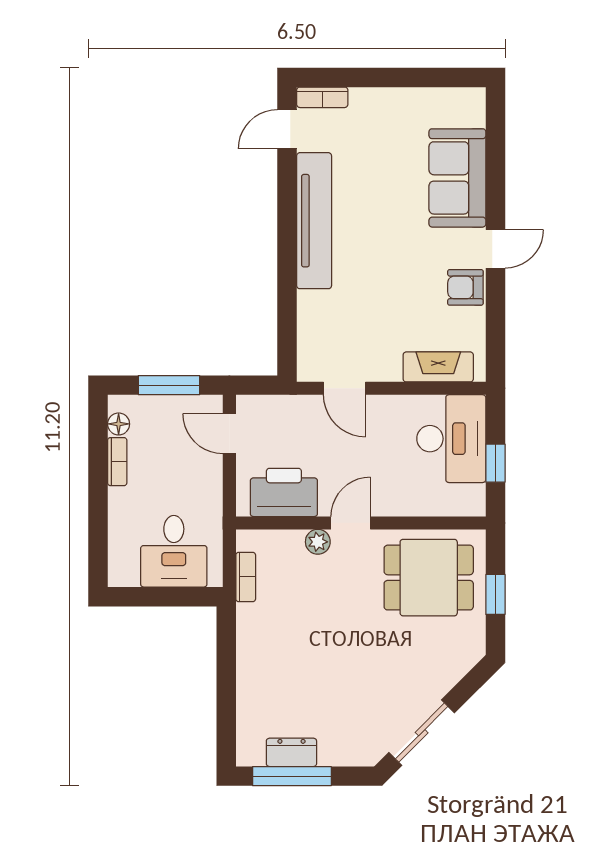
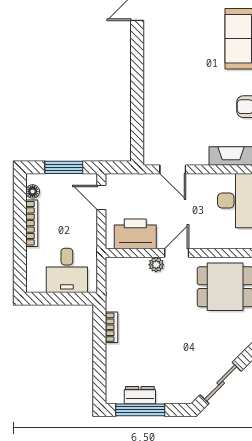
tv unit: (314, 221) -> (154, 65), removed
bookcase: (117, 462) -> (32, 223), width x1.56
bookcase: (246, 577) -> (111, 327), moved

